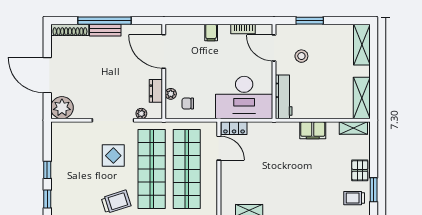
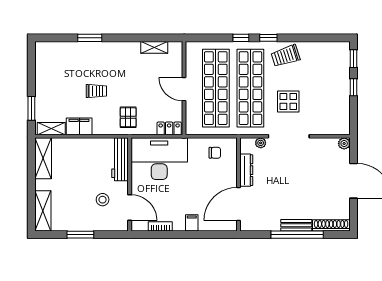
window: (310, 21) -> (80, 235), moved
door: (164, 52) -> (238, 204), swing flipped
dresser: (156, 91) -> (246, 170), width x1.44
plant: (171, 94) -> (232, 162), removed
plant: (62, 108) -> (344, 144), width x0.53, depth x0.53
filing cabinet: (313, 130) -> (79, 126), moved
door: (219, 148) -> (184, 89), moved
pallet: (360, 170) -> (128, 117), moved
window: (374, 190) -> (31, 108), moved
trolley: (354, 198) -> (96, 91), moved

